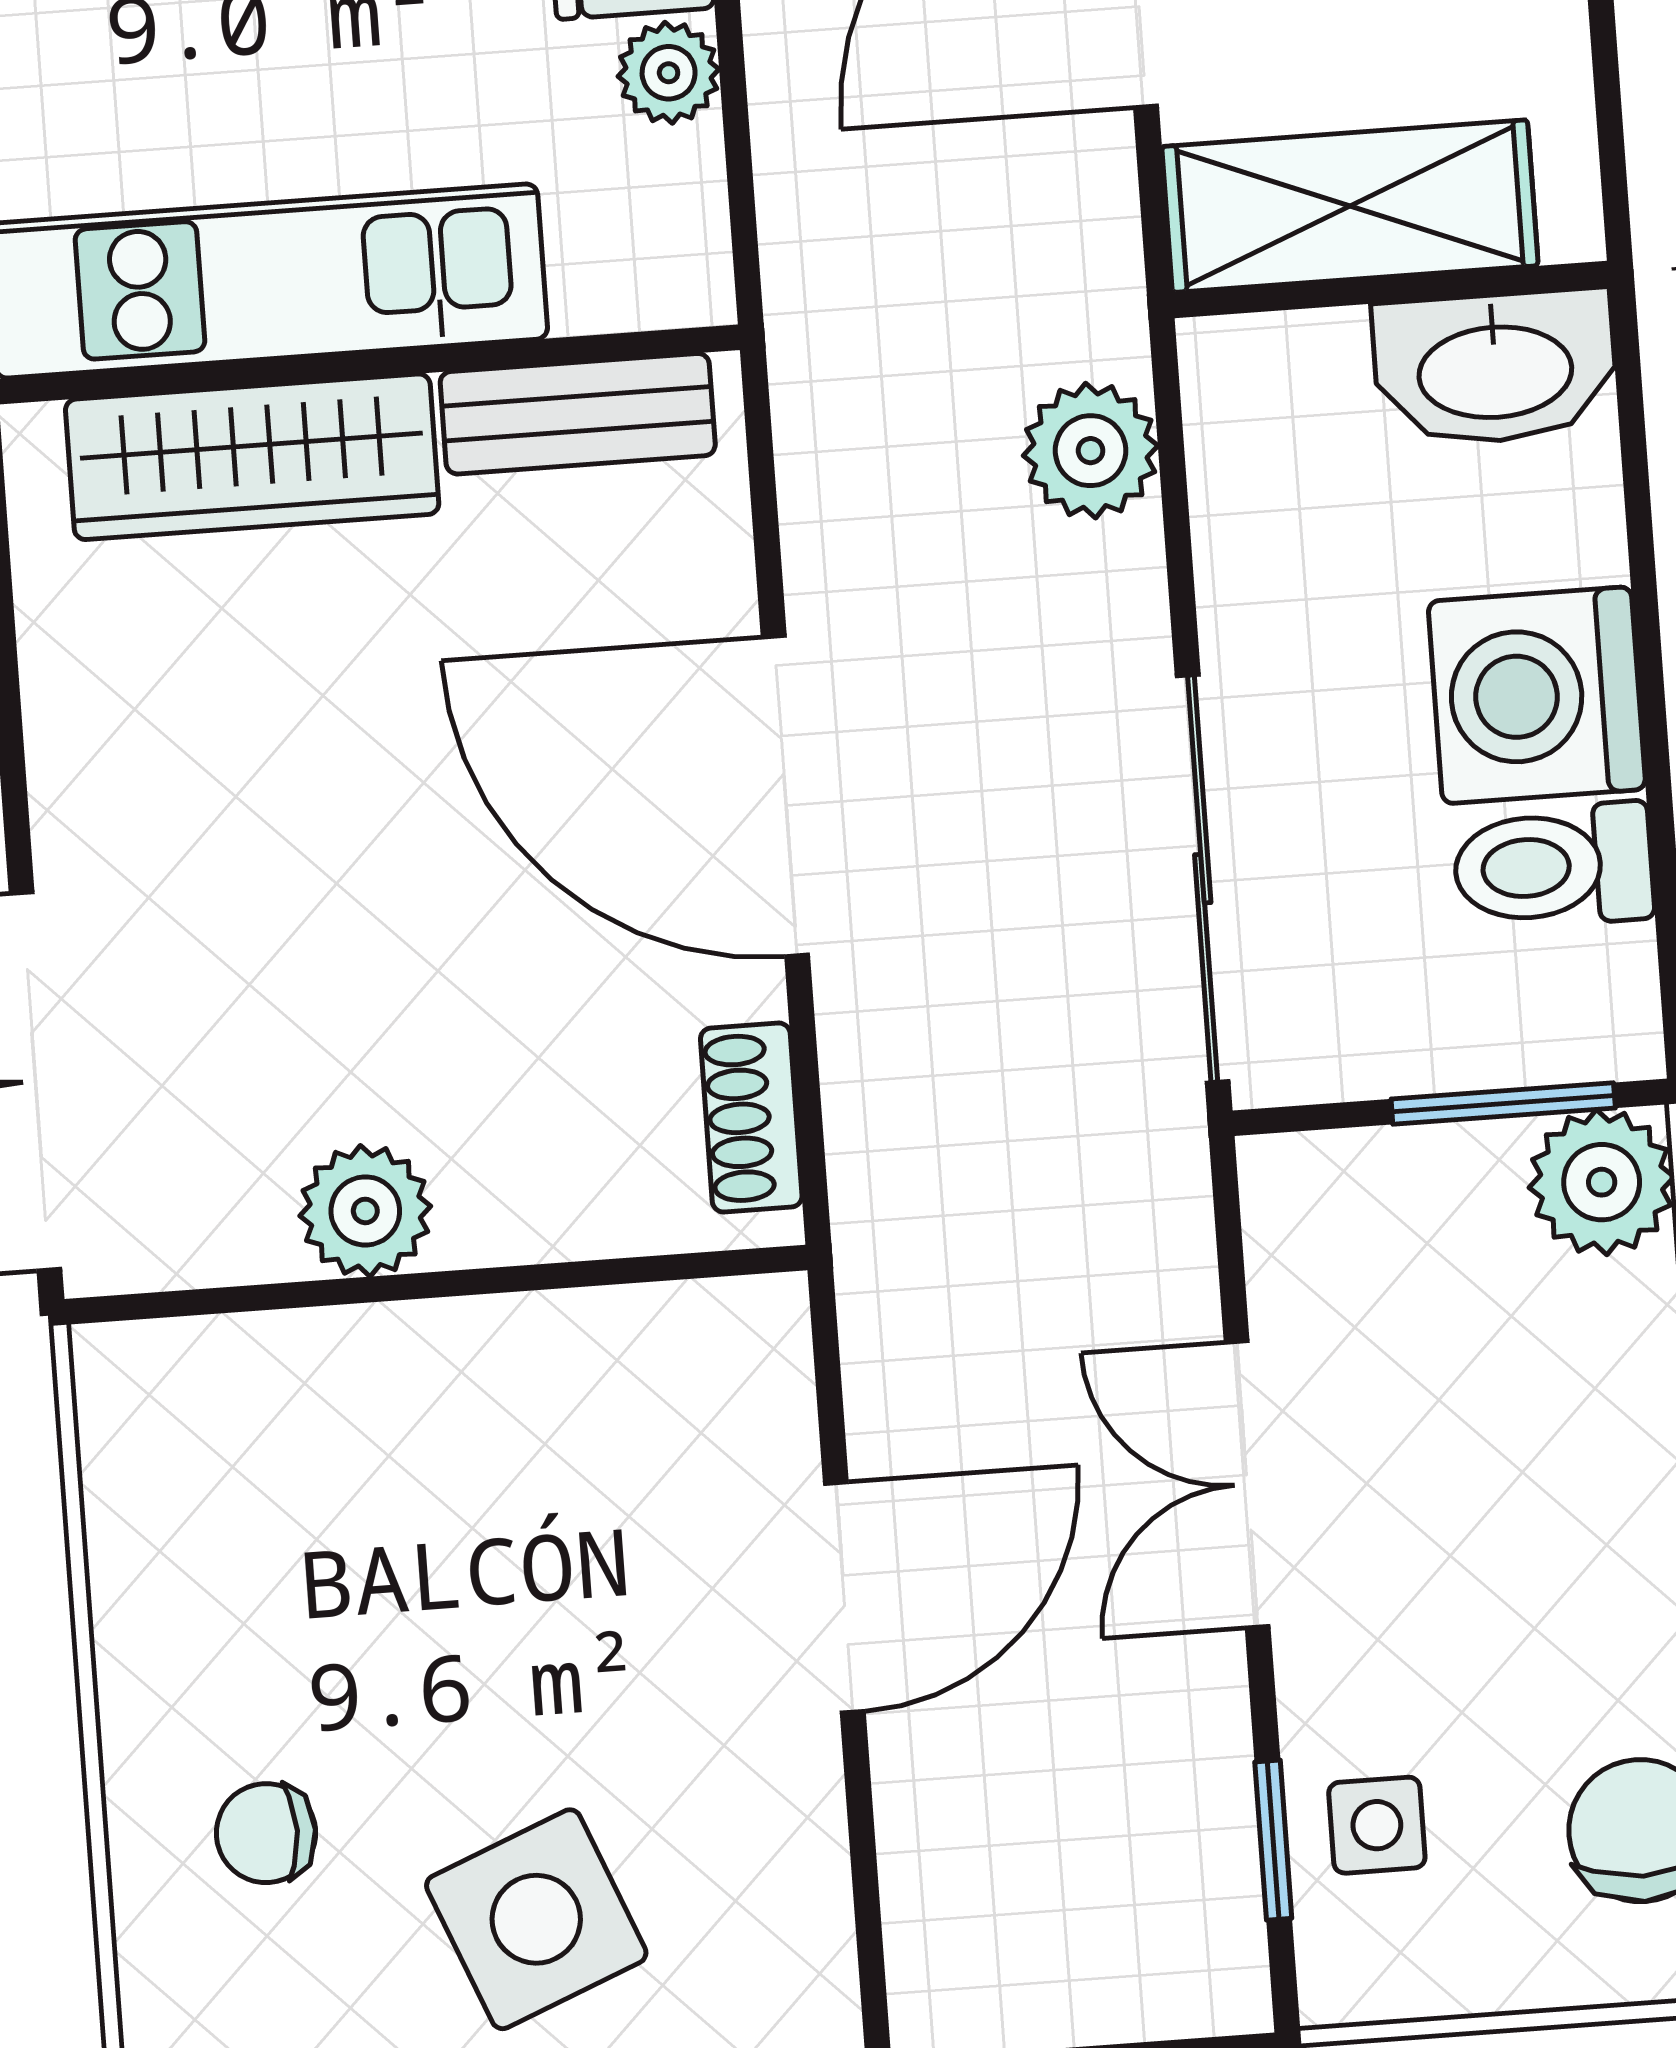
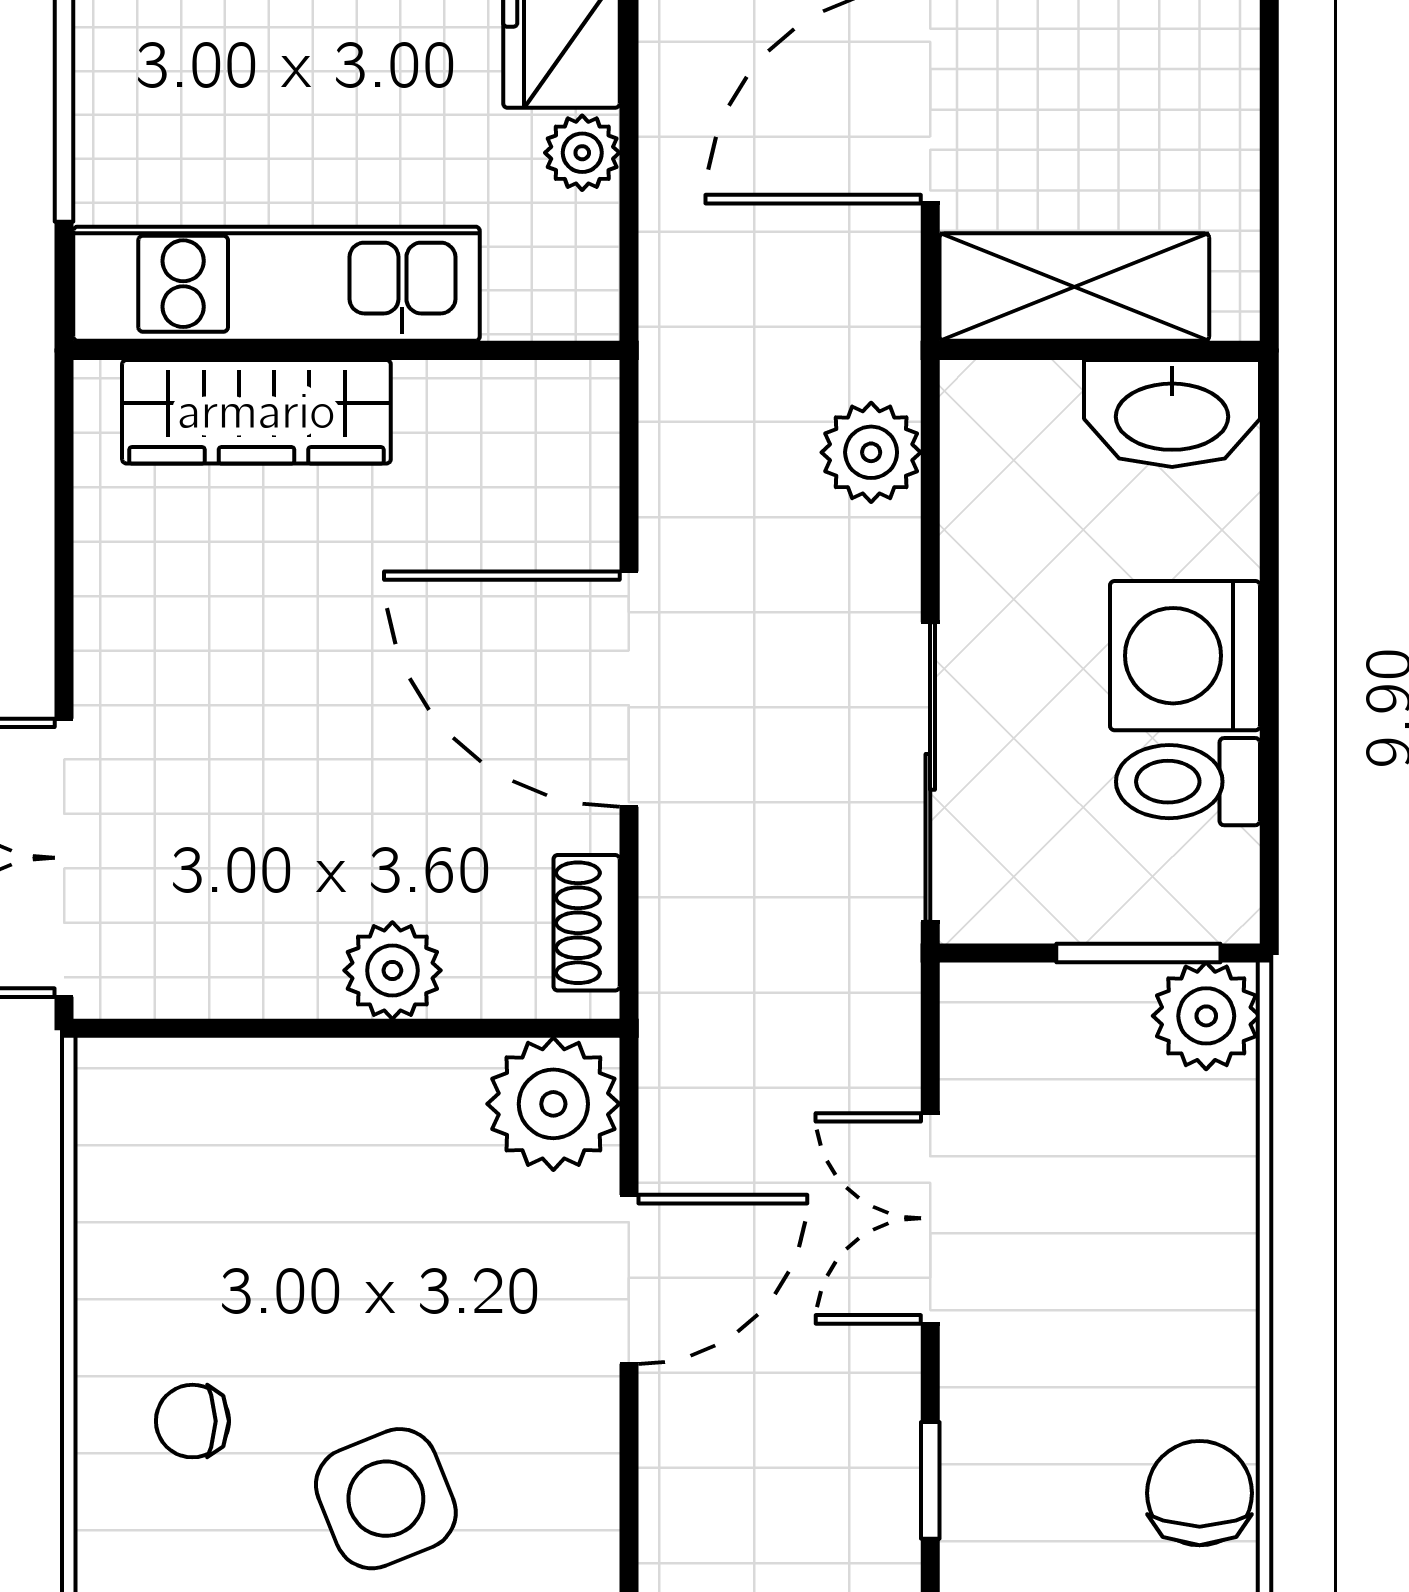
bench: (578, 414) -> (497, 398), removed
plant: (365, 1211) -> (392, 970), moved
plant: (724, 1367) -> (553, 1104), added
side table: (1377, 1825) -> (1007, 1475), removed

